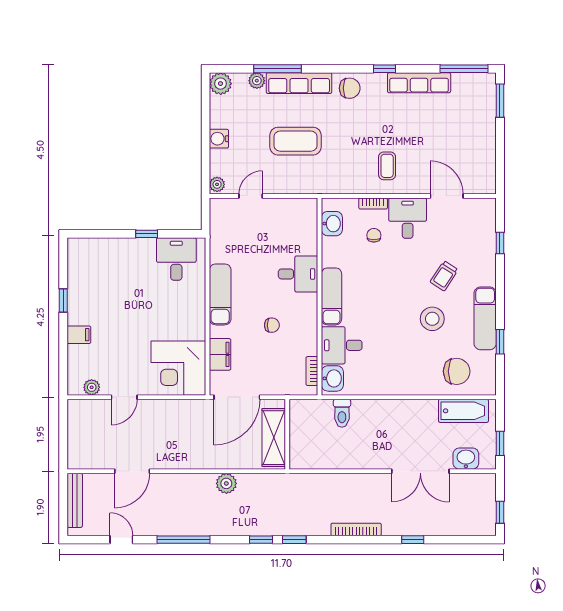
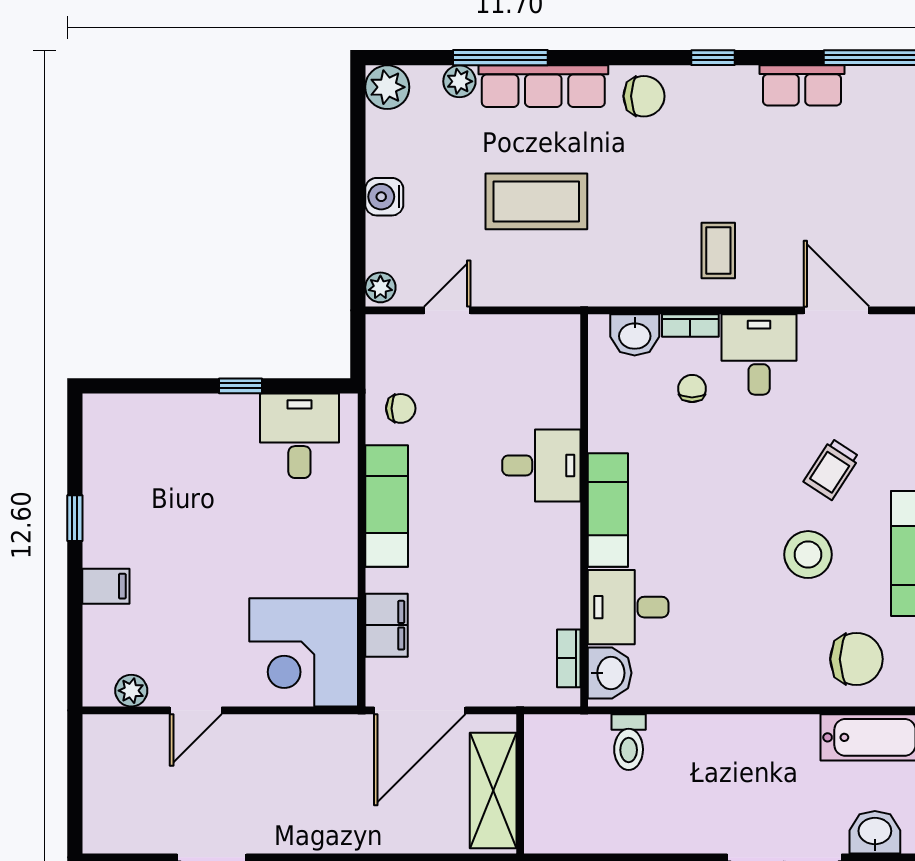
row of seats: (419, 83) -> (802, 85), width x0.68
washbasin: (332, 224) -> (635, 335), moved, turned 90
chair: (272, 325) -> (401, 408), moved

